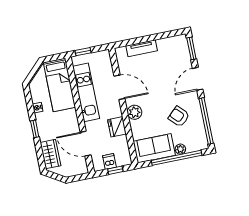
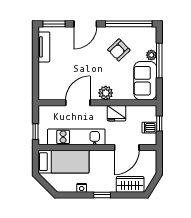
tv unit: (142, 48) -> (44, 47), moved
door: (198, 79) -> (85, 24), hinge flipped
window: (177, 158) -> (159, 60), width x0.68

